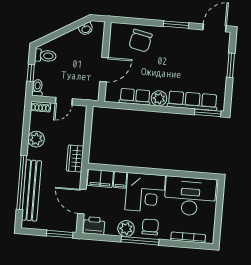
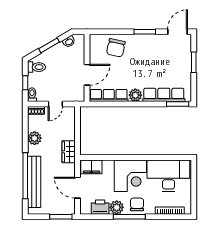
window: (62, 31) -> (49, 45), added
row of seats: (135, 97) -> (109, 95), width x1.48
filing cabinet: (120, 180) -> (108, 167), removed
printer: (94, 226) -> (100, 207), moved

